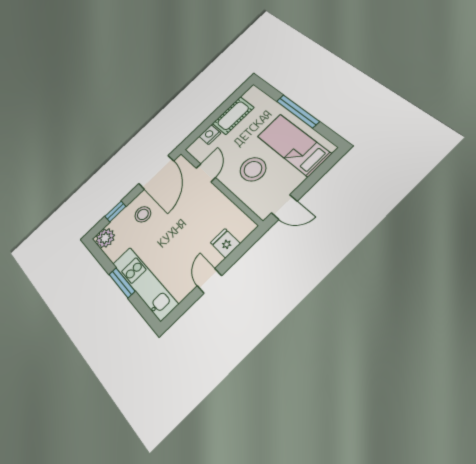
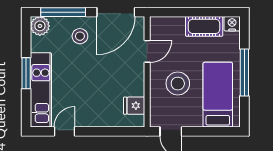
nightstand: (210, 135) -> (232, 24), moved
window: (115, 211) -> (63, 12), width x2.17
fridge: (225, 243) -> (134, 106), moved, turned -90
door: (209, 281) -> (64, 131), moved

